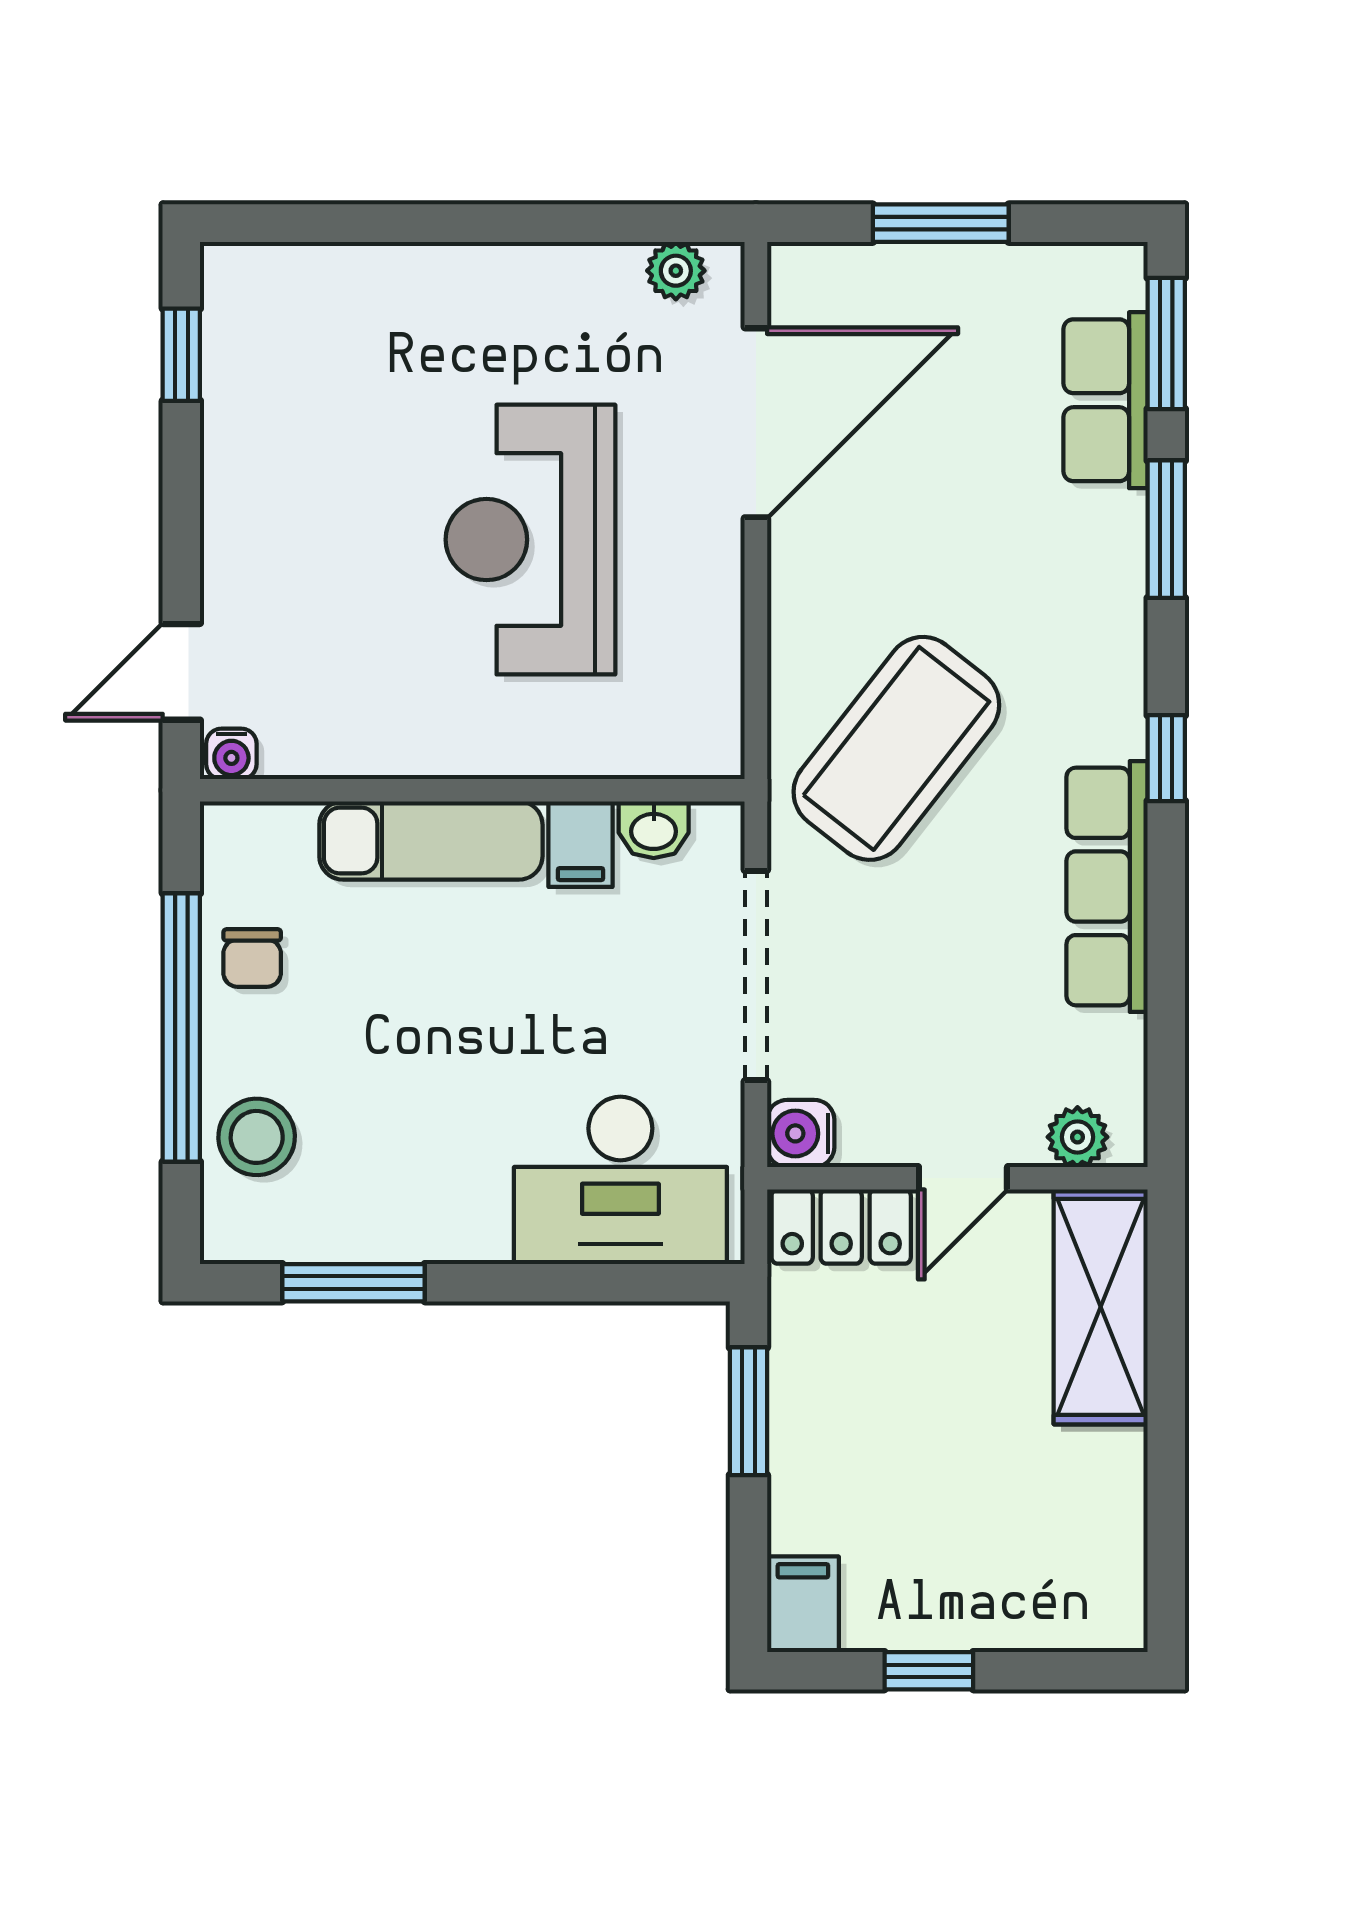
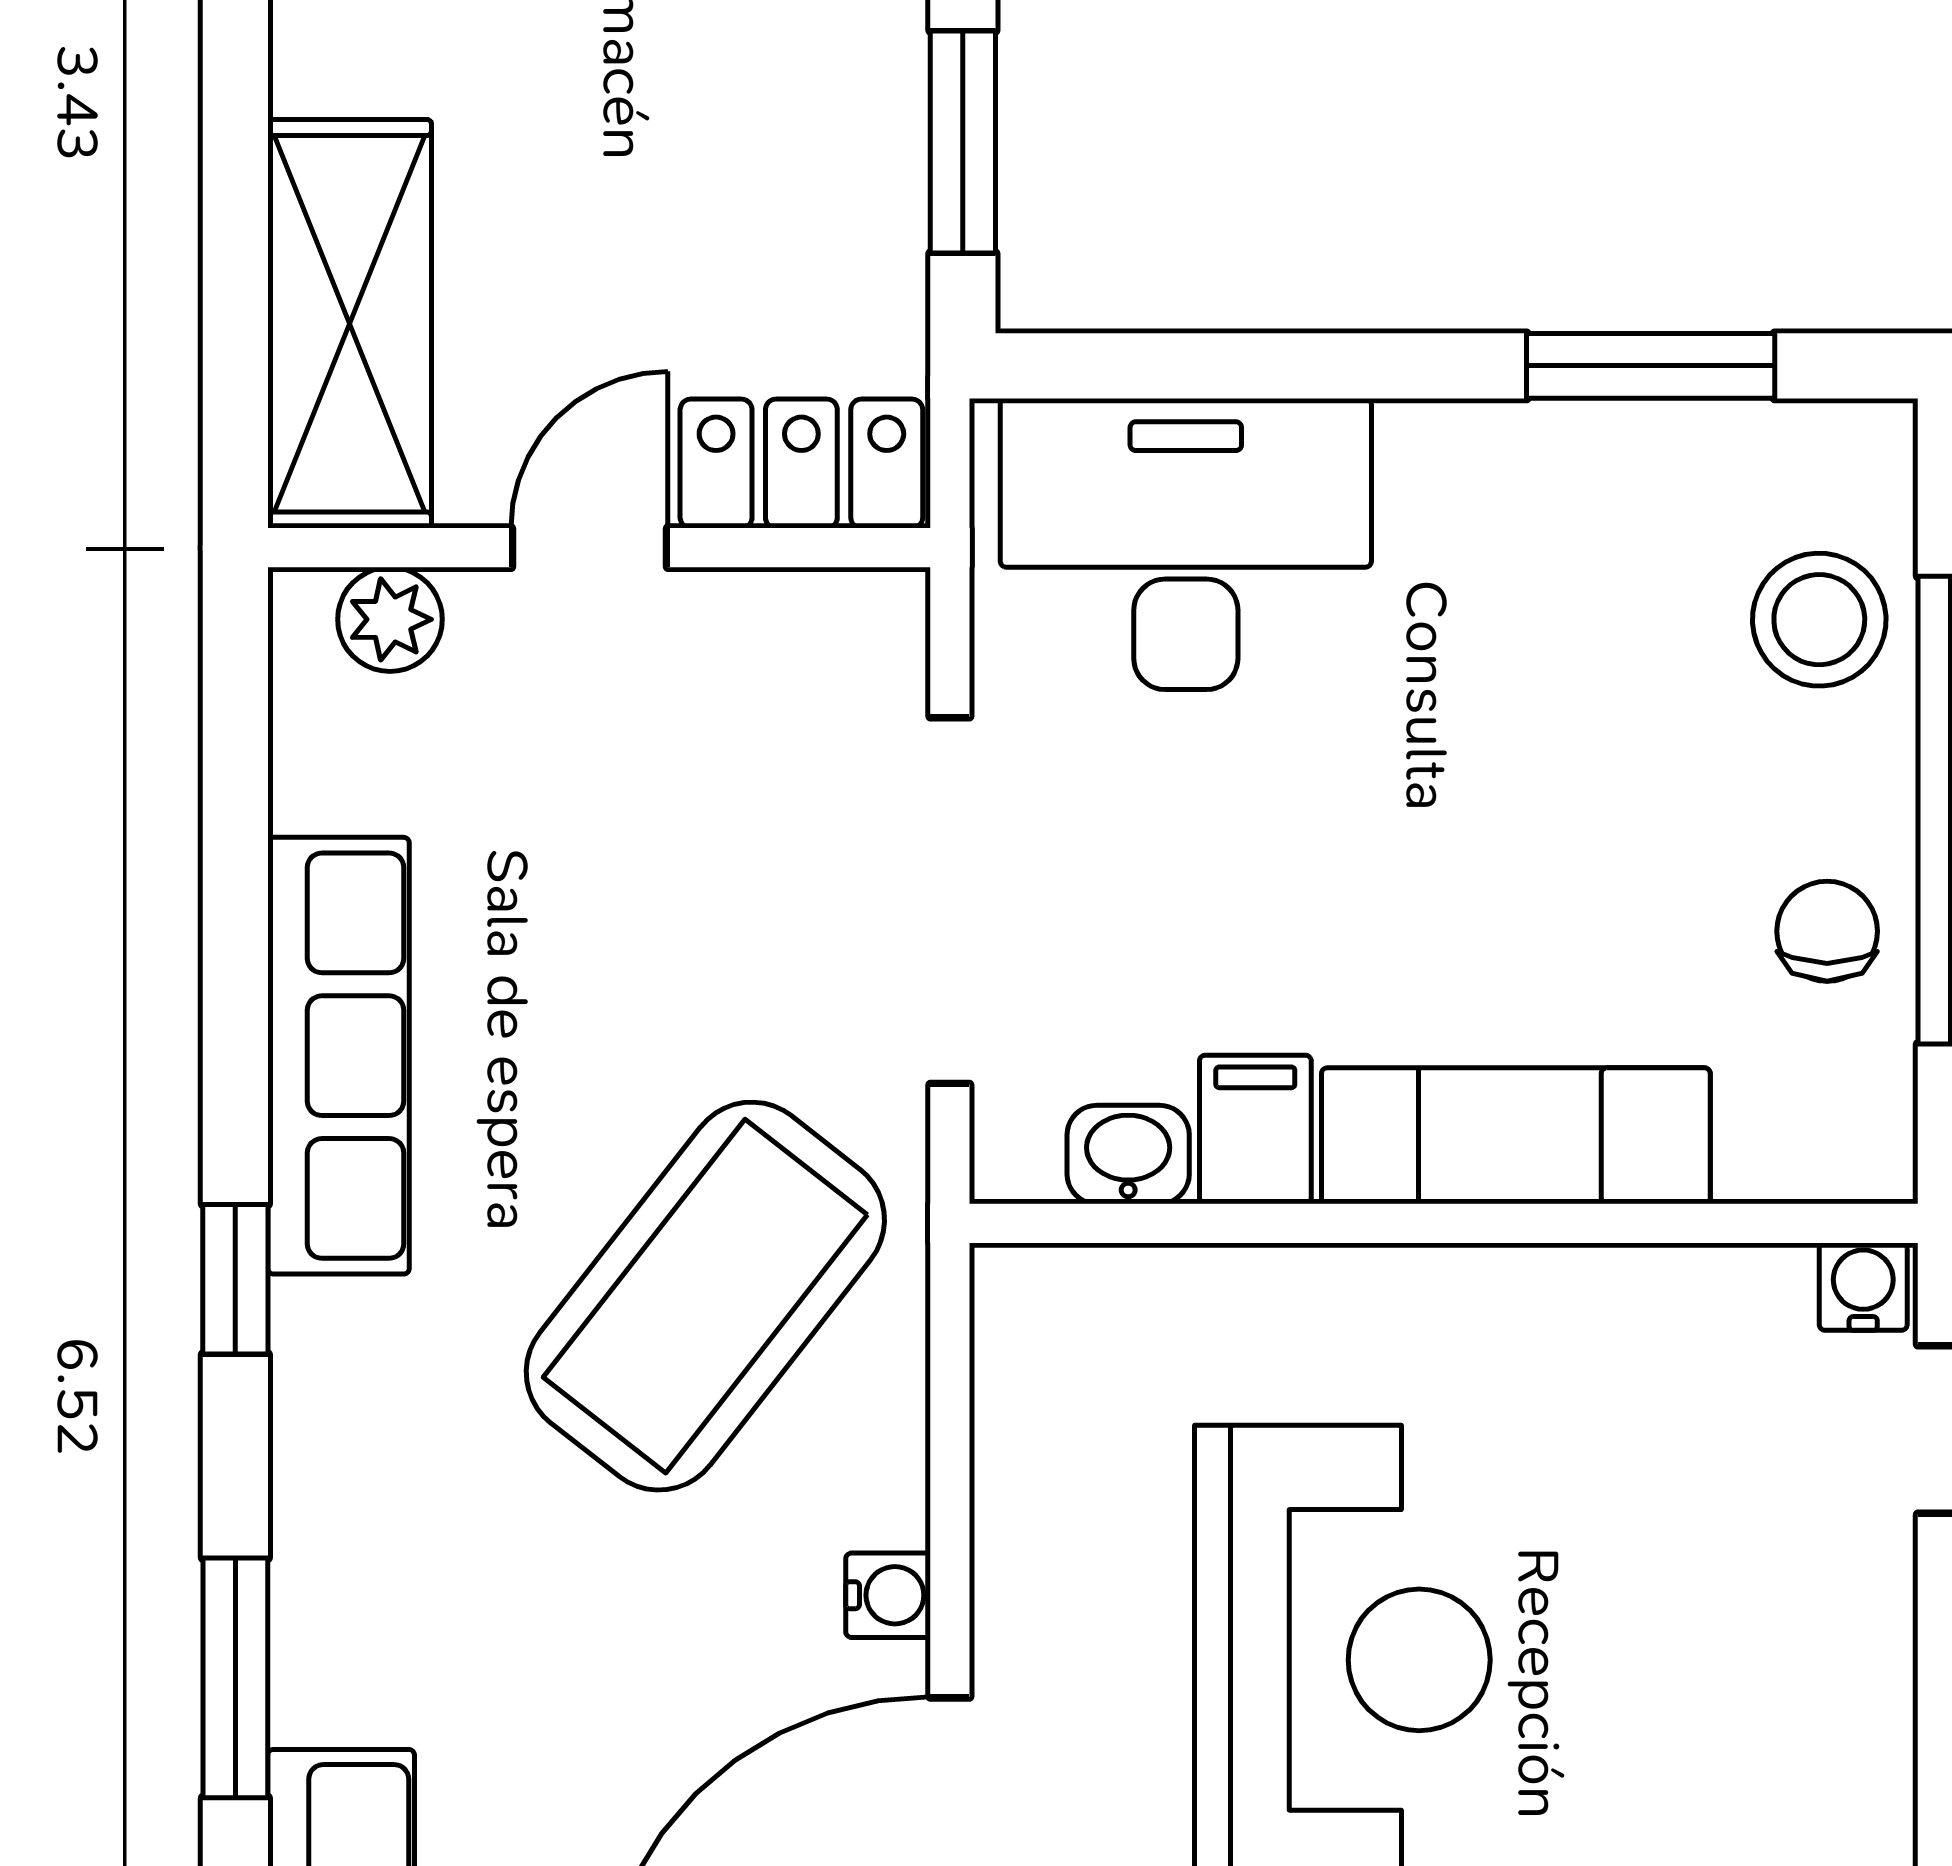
water cooler: (801, 1133) -> (888, 1595), moved, width x0.72, depth x0.72

